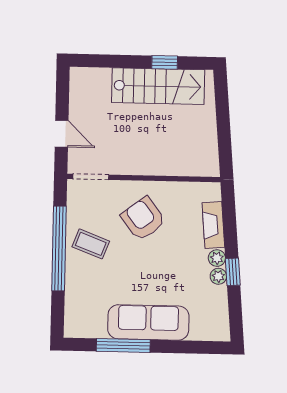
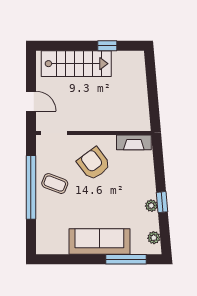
stairs: (158, 86) -> (76, 64), moved
fireplace: (213, 225) -> (134, 142), moved, turned -85
plant: (217, 258) -> (154, 238), moved
window: (123, 346) -> (126, 259), moved

